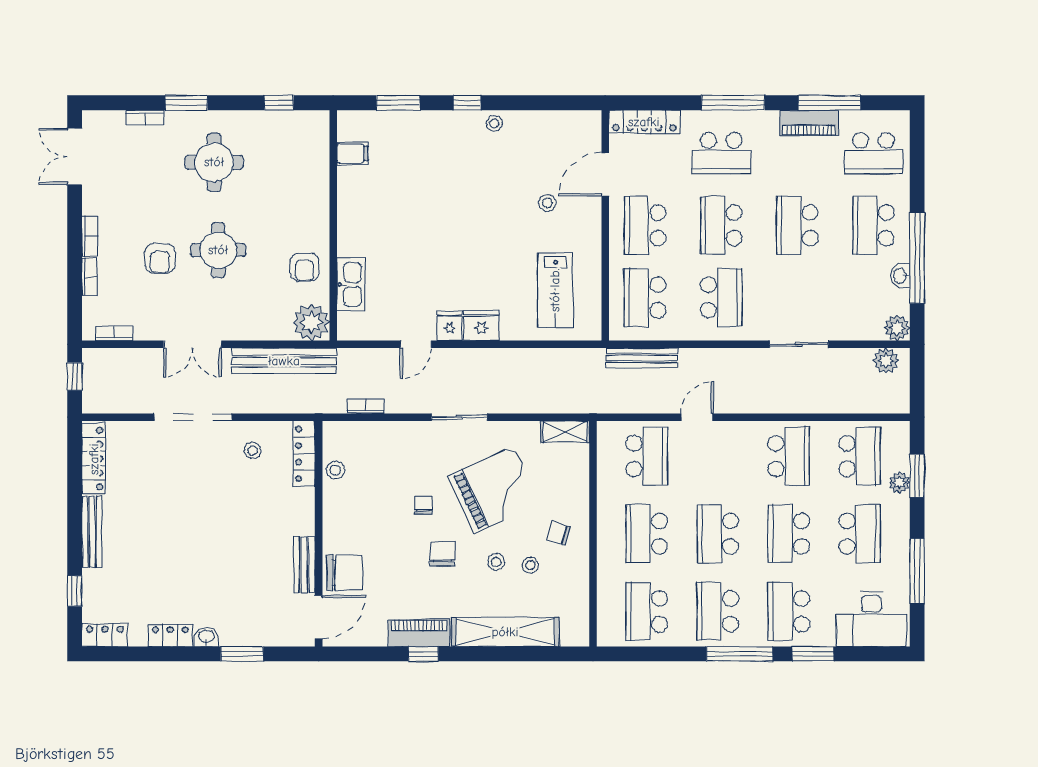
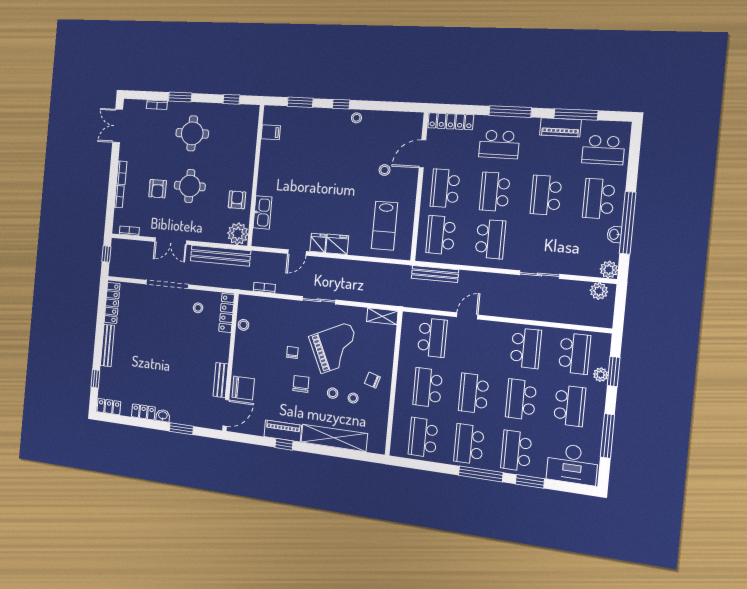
armchair: (304, 267) -> (237, 200), turned 180

